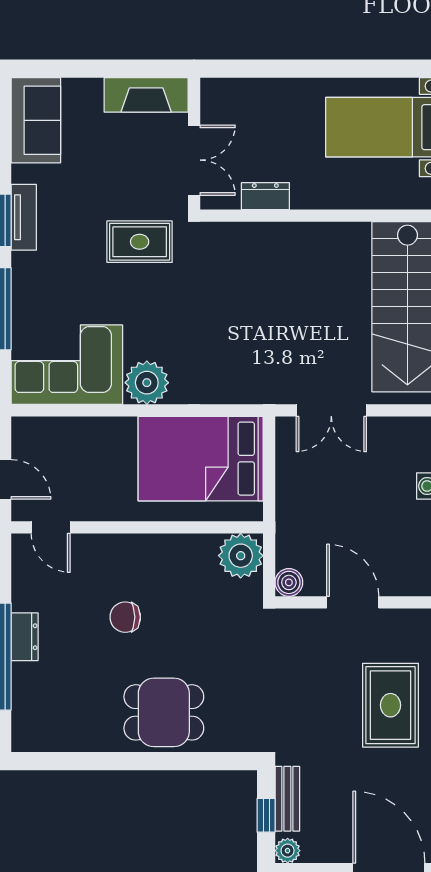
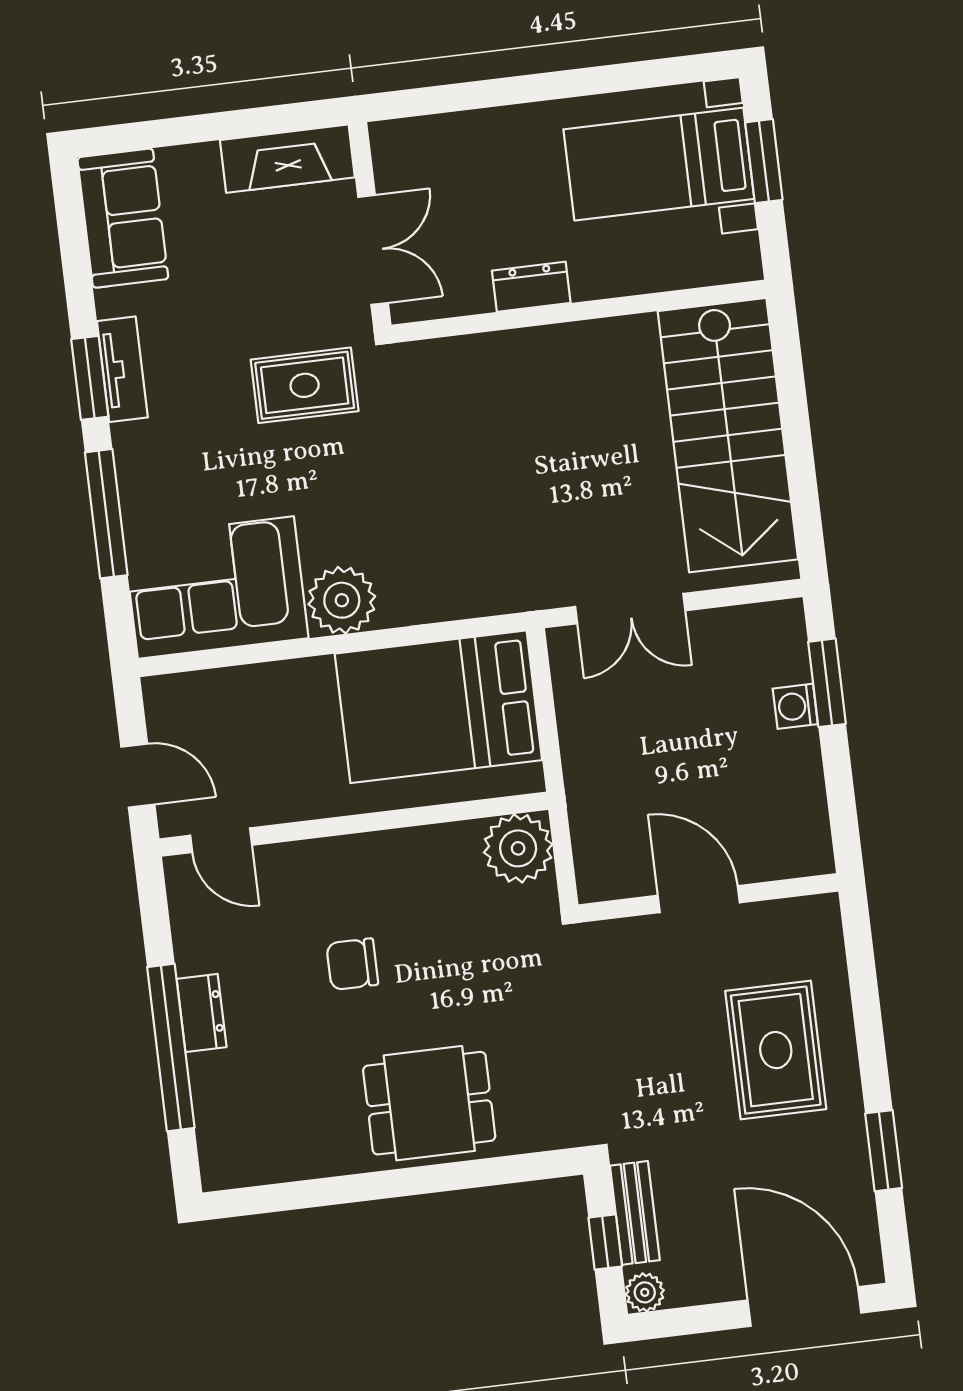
dresser: (265, 196) -> (531, 287), moved
boiler: (289, 582) -> (597, 880), removed

